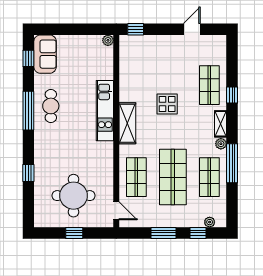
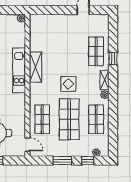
window: (136, 29) -> (42, 10), removed
display table: (167, 104) -> (68, 84), moved
shelving: (127, 123) -> (36, 67), moved
window: (232, 163) -> (113, 109), removed

